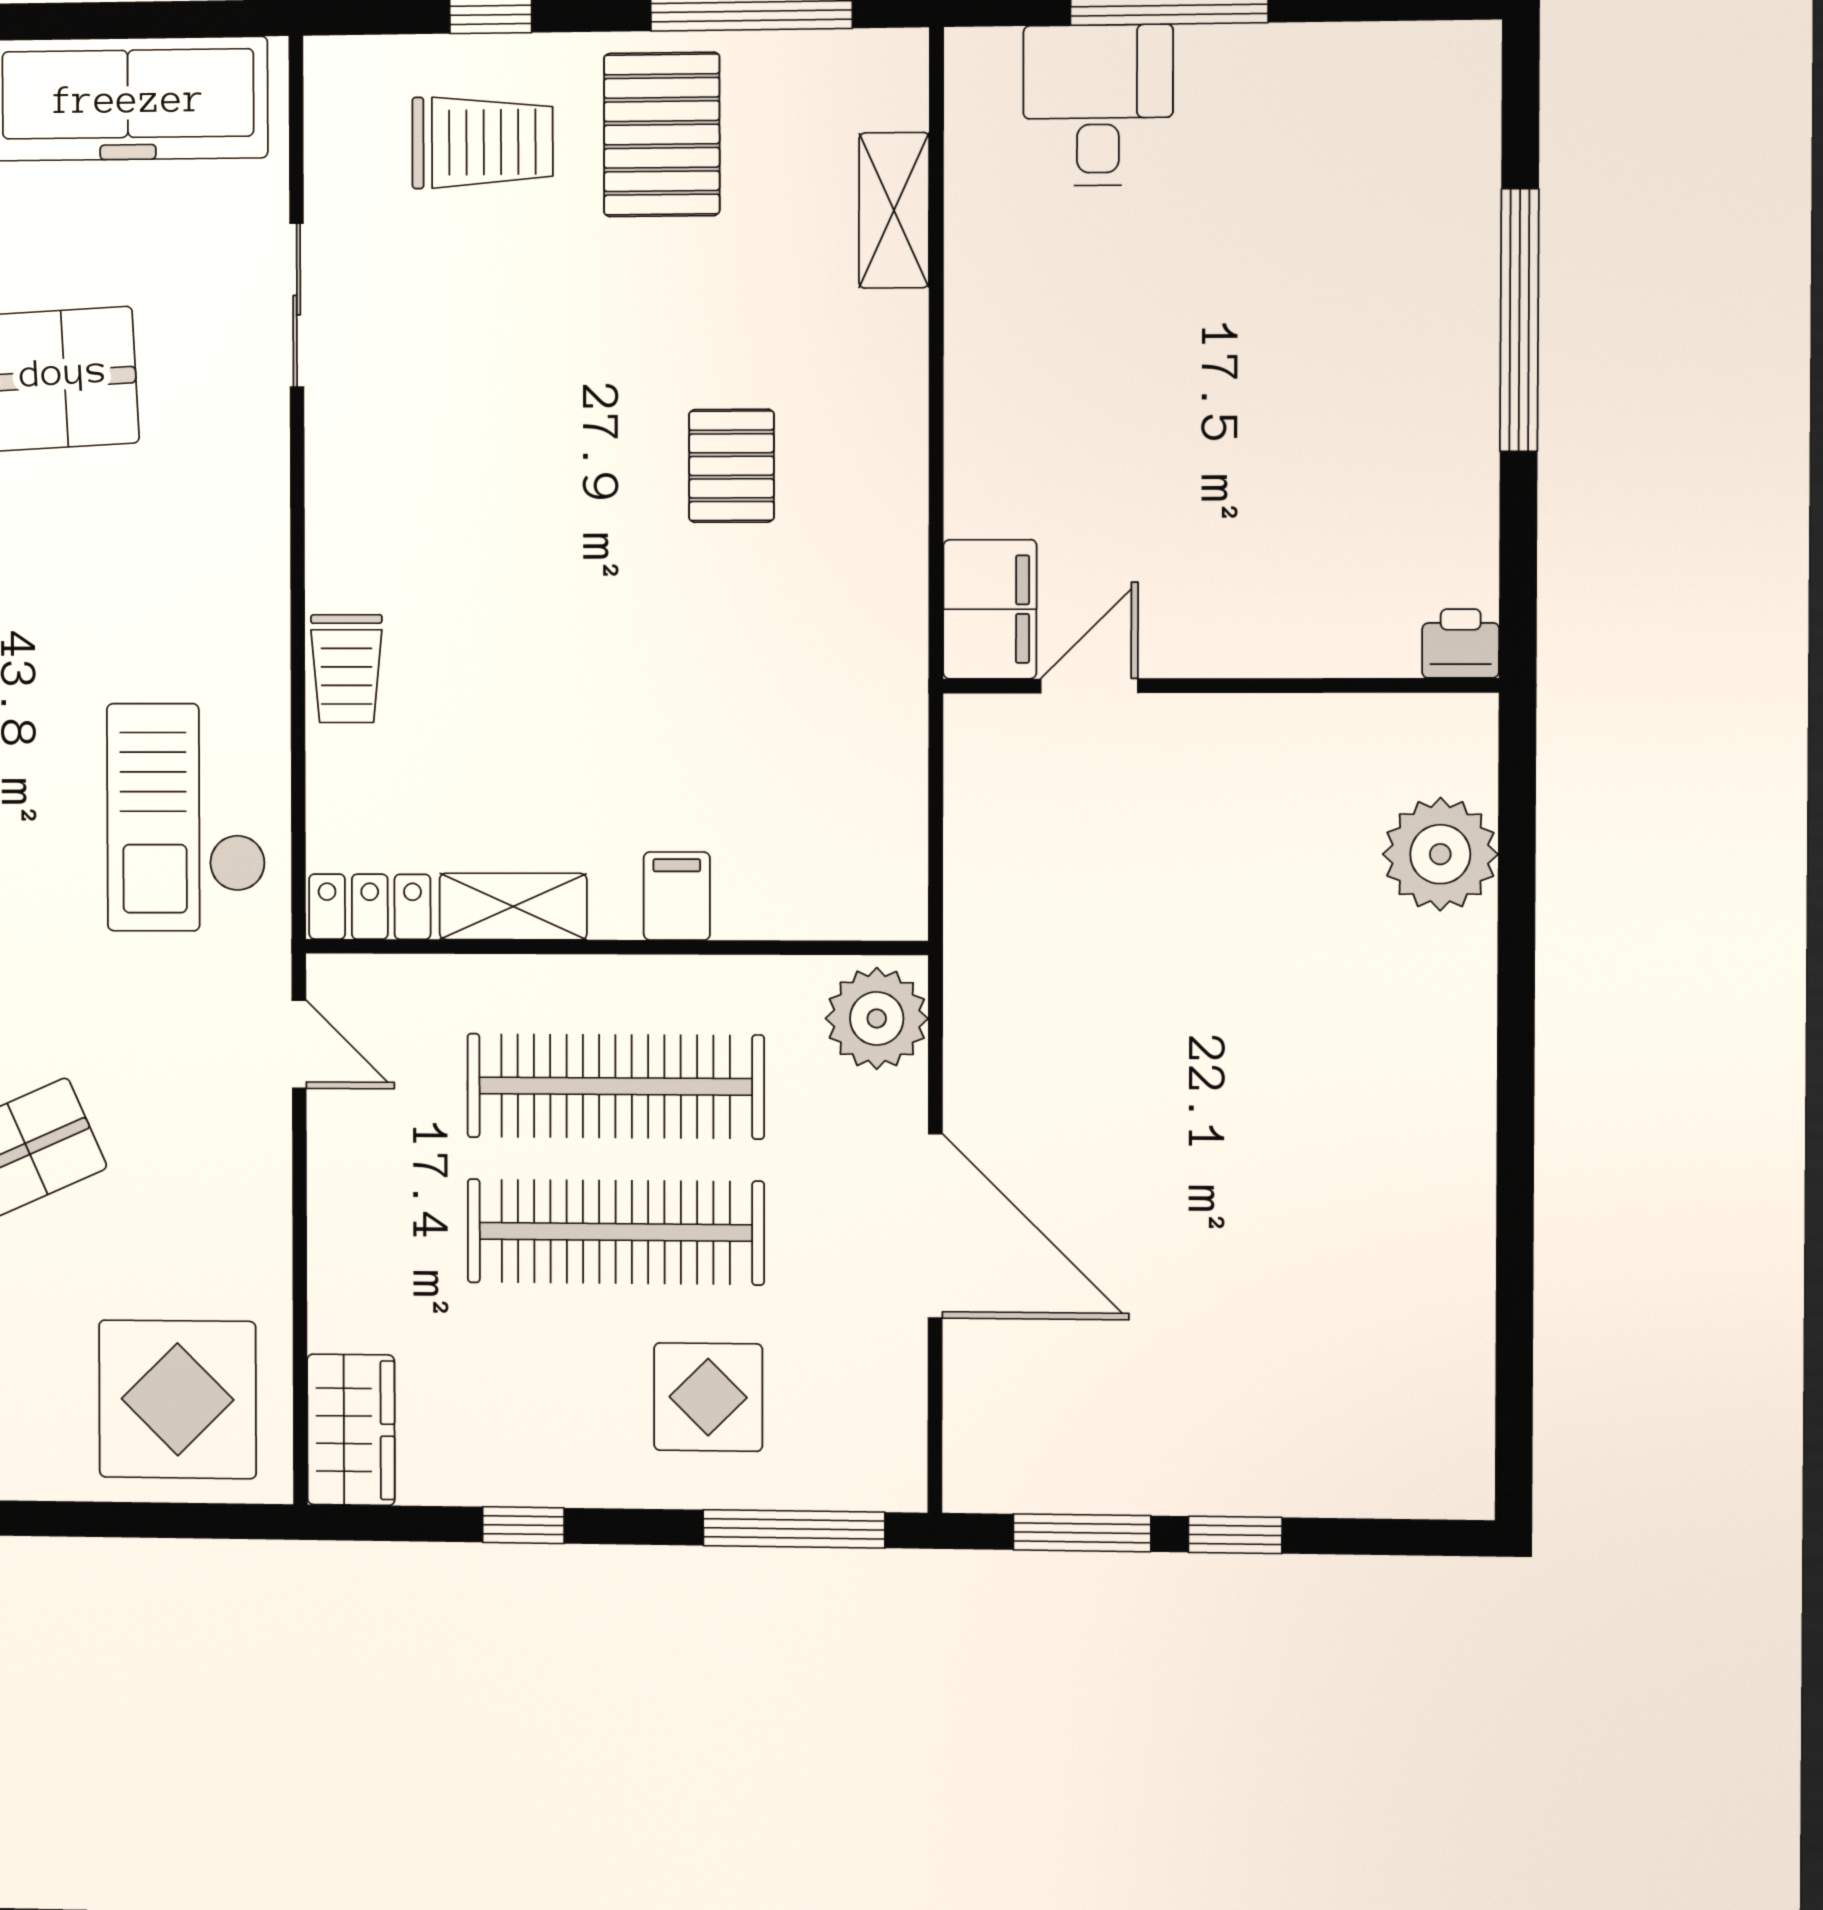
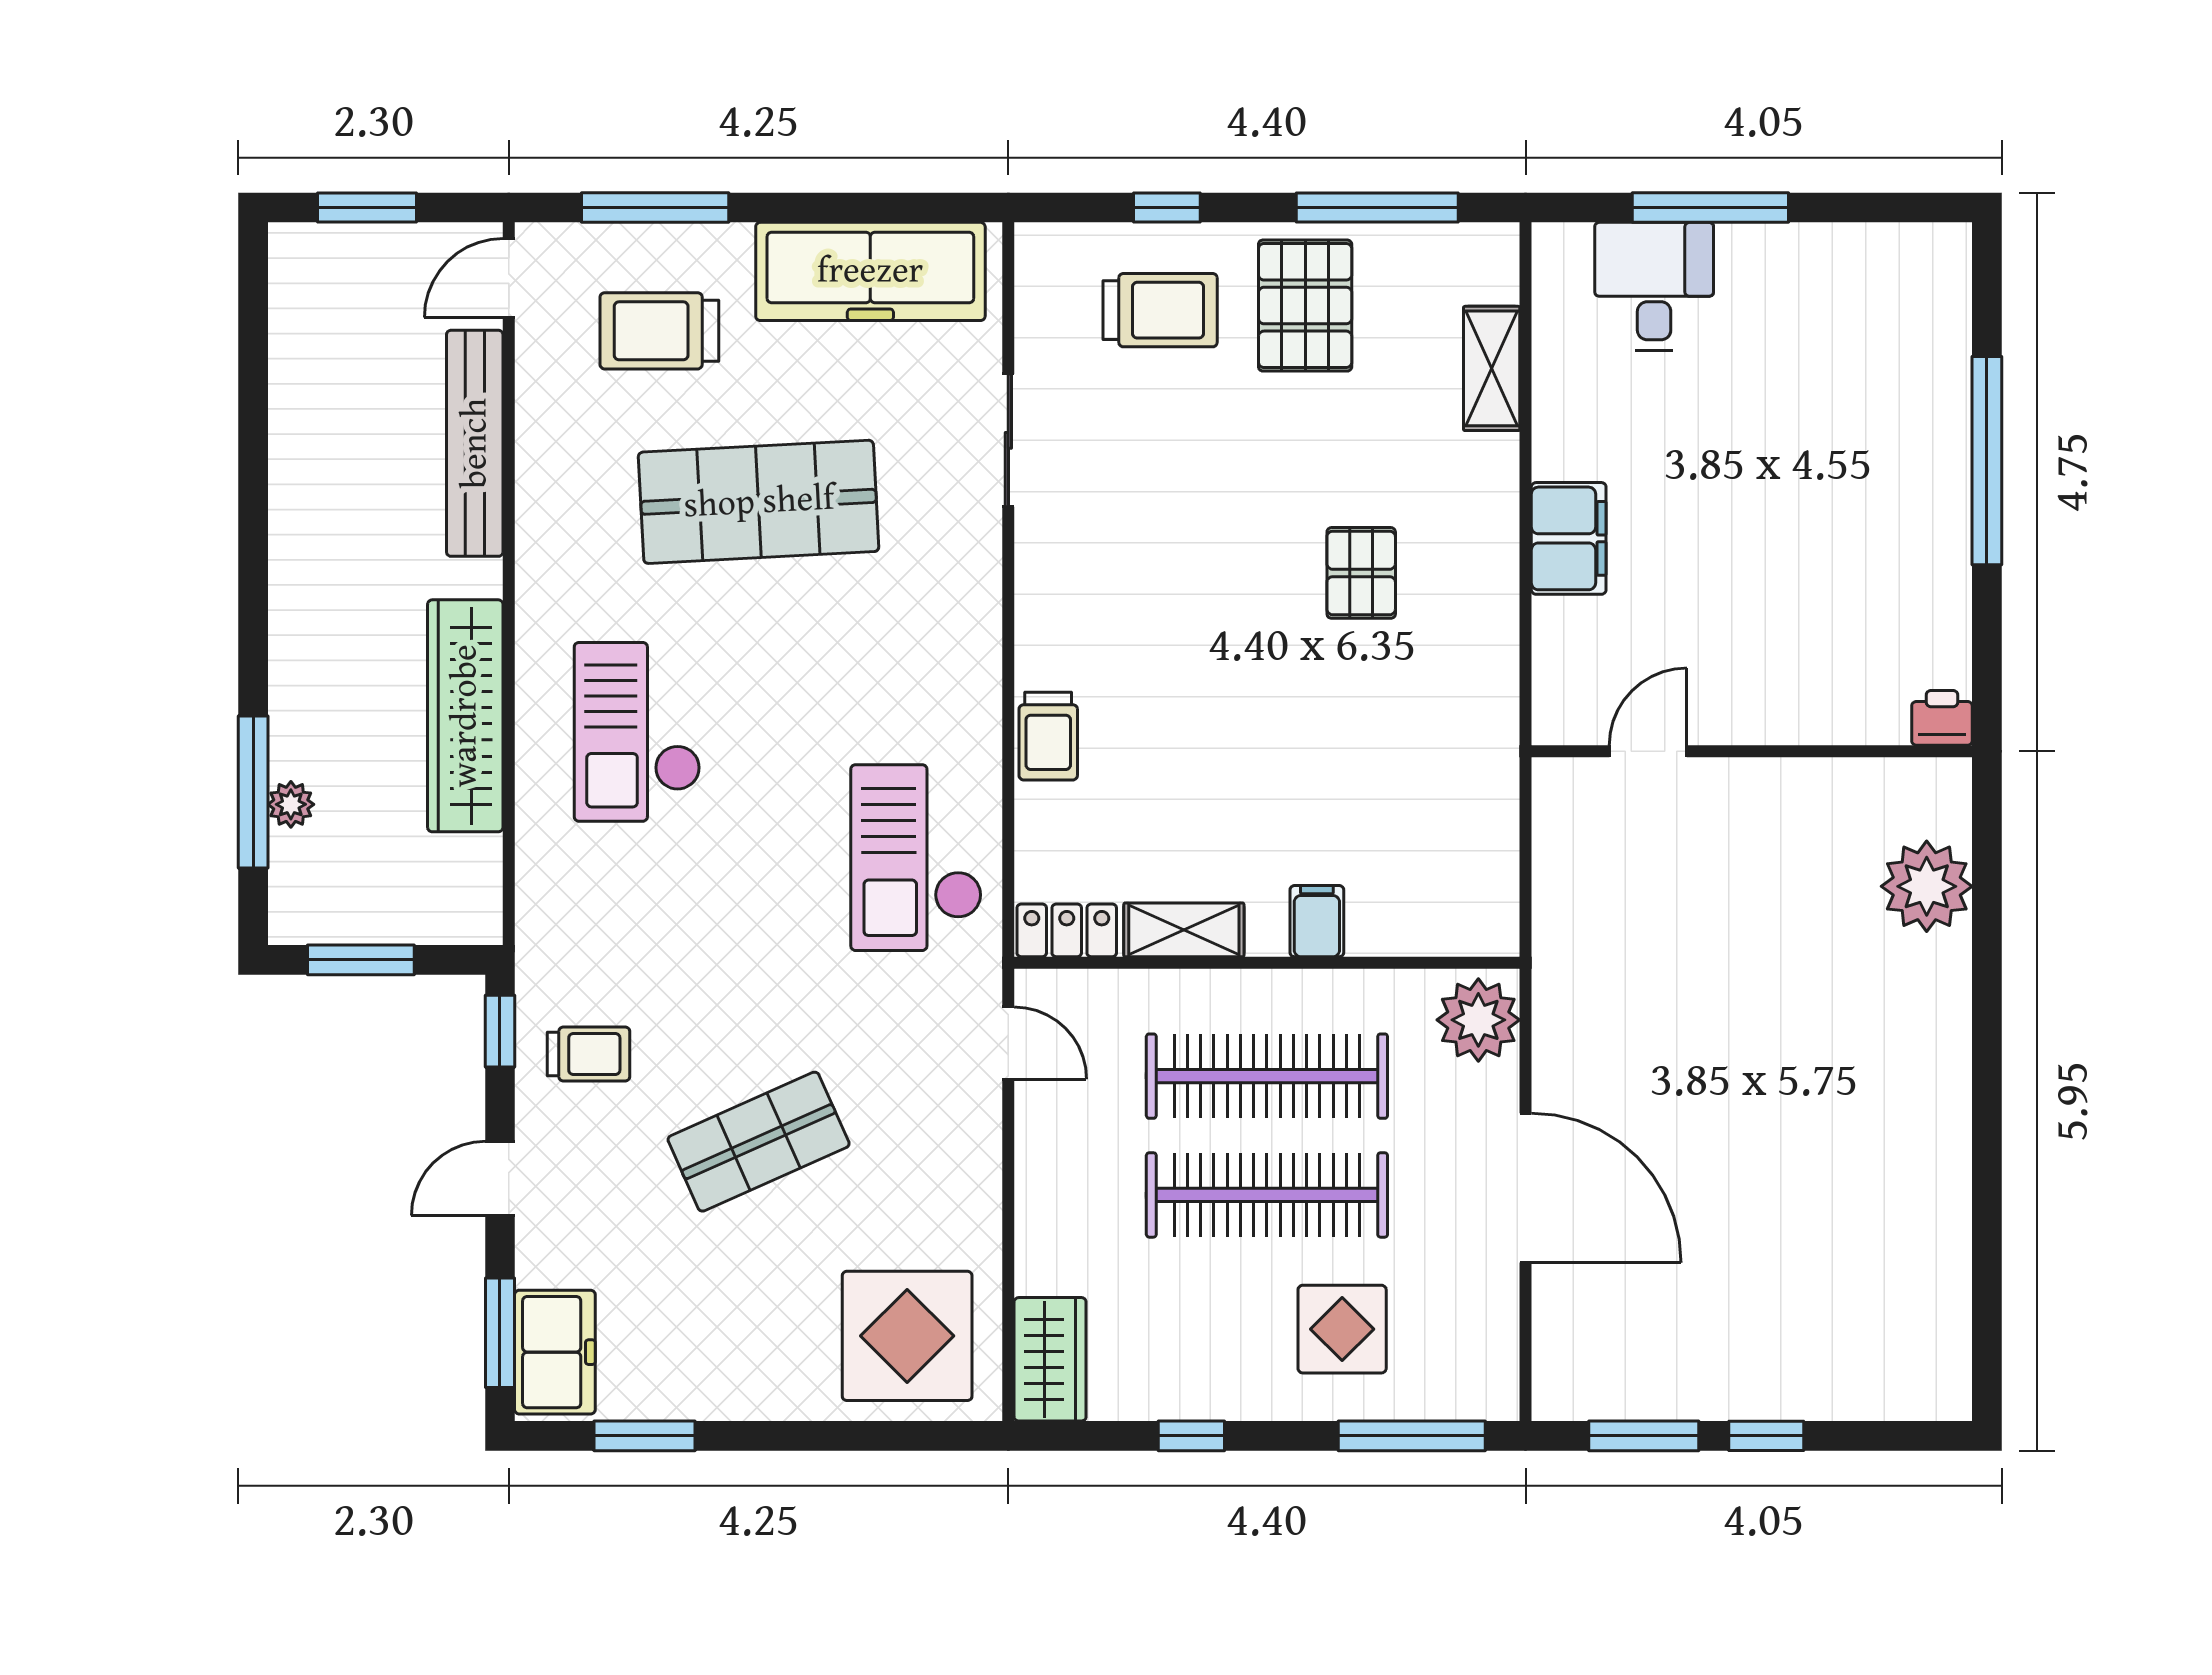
filing cabinet: (990, 609) -> (1569, 538), moved

